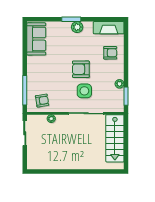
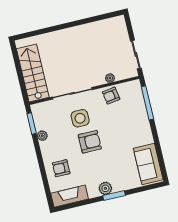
armchair: (42, 101) -> (111, 96), moved

